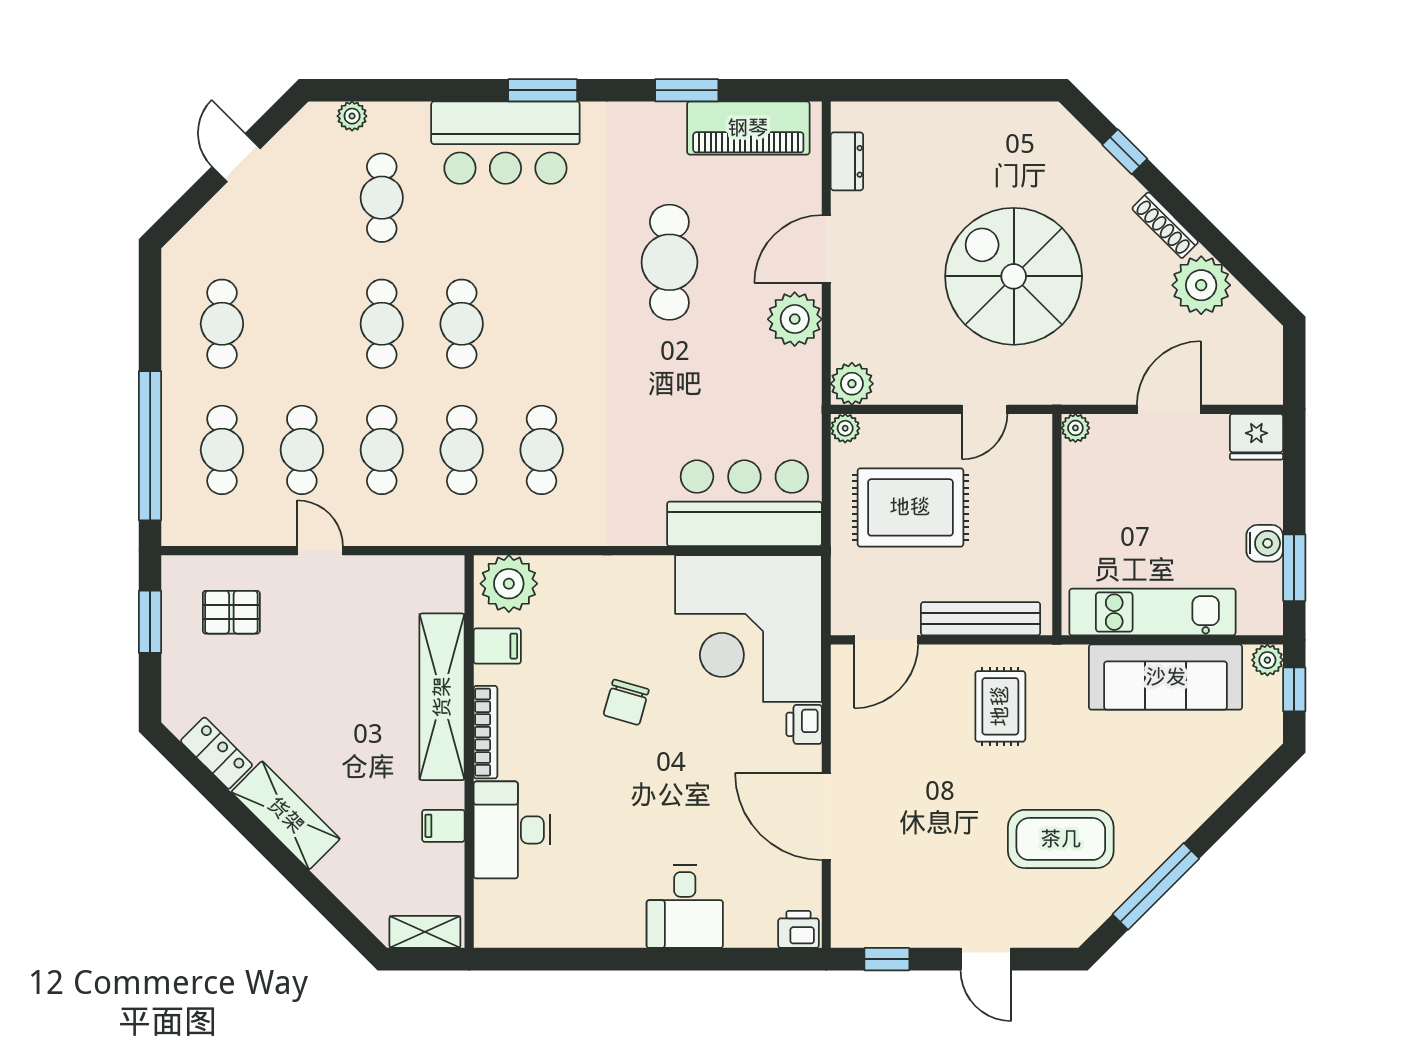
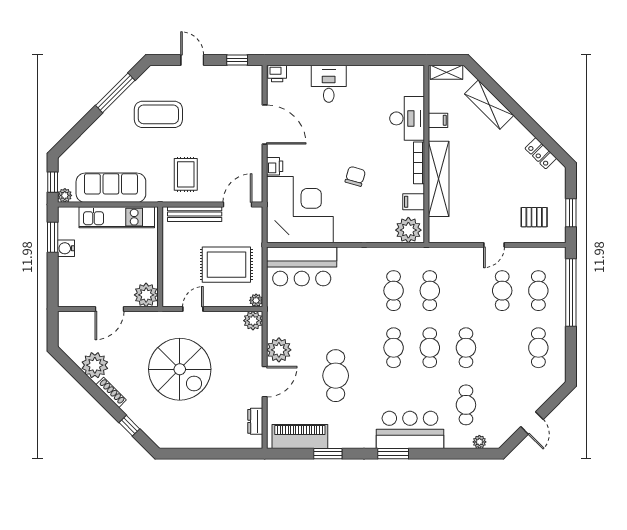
plant: (1075, 428) -> (146, 295), width x1.87, depth x1.87
fridge: (1256, 437) -> (70, 297), removed
cafe table: (382, 450) -> (394, 348), moved
door: (320, 551) -> (494, 245), hinge flipped
shelving: (286, 815) -> (489, 105), moved

